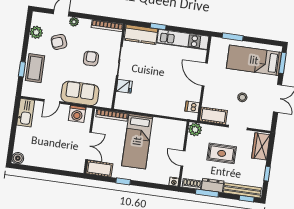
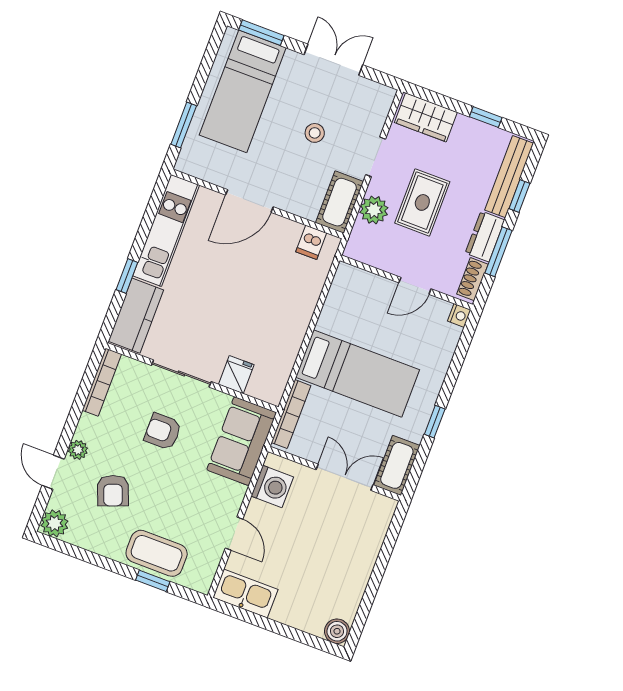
plant: (36, 32) -> (55, 523), moved
sofa: (80, 93) -> (242, 441), moved
plant: (195, 130) -> (374, 210), moved
window: (247, 199) -> (519, 196), moved

